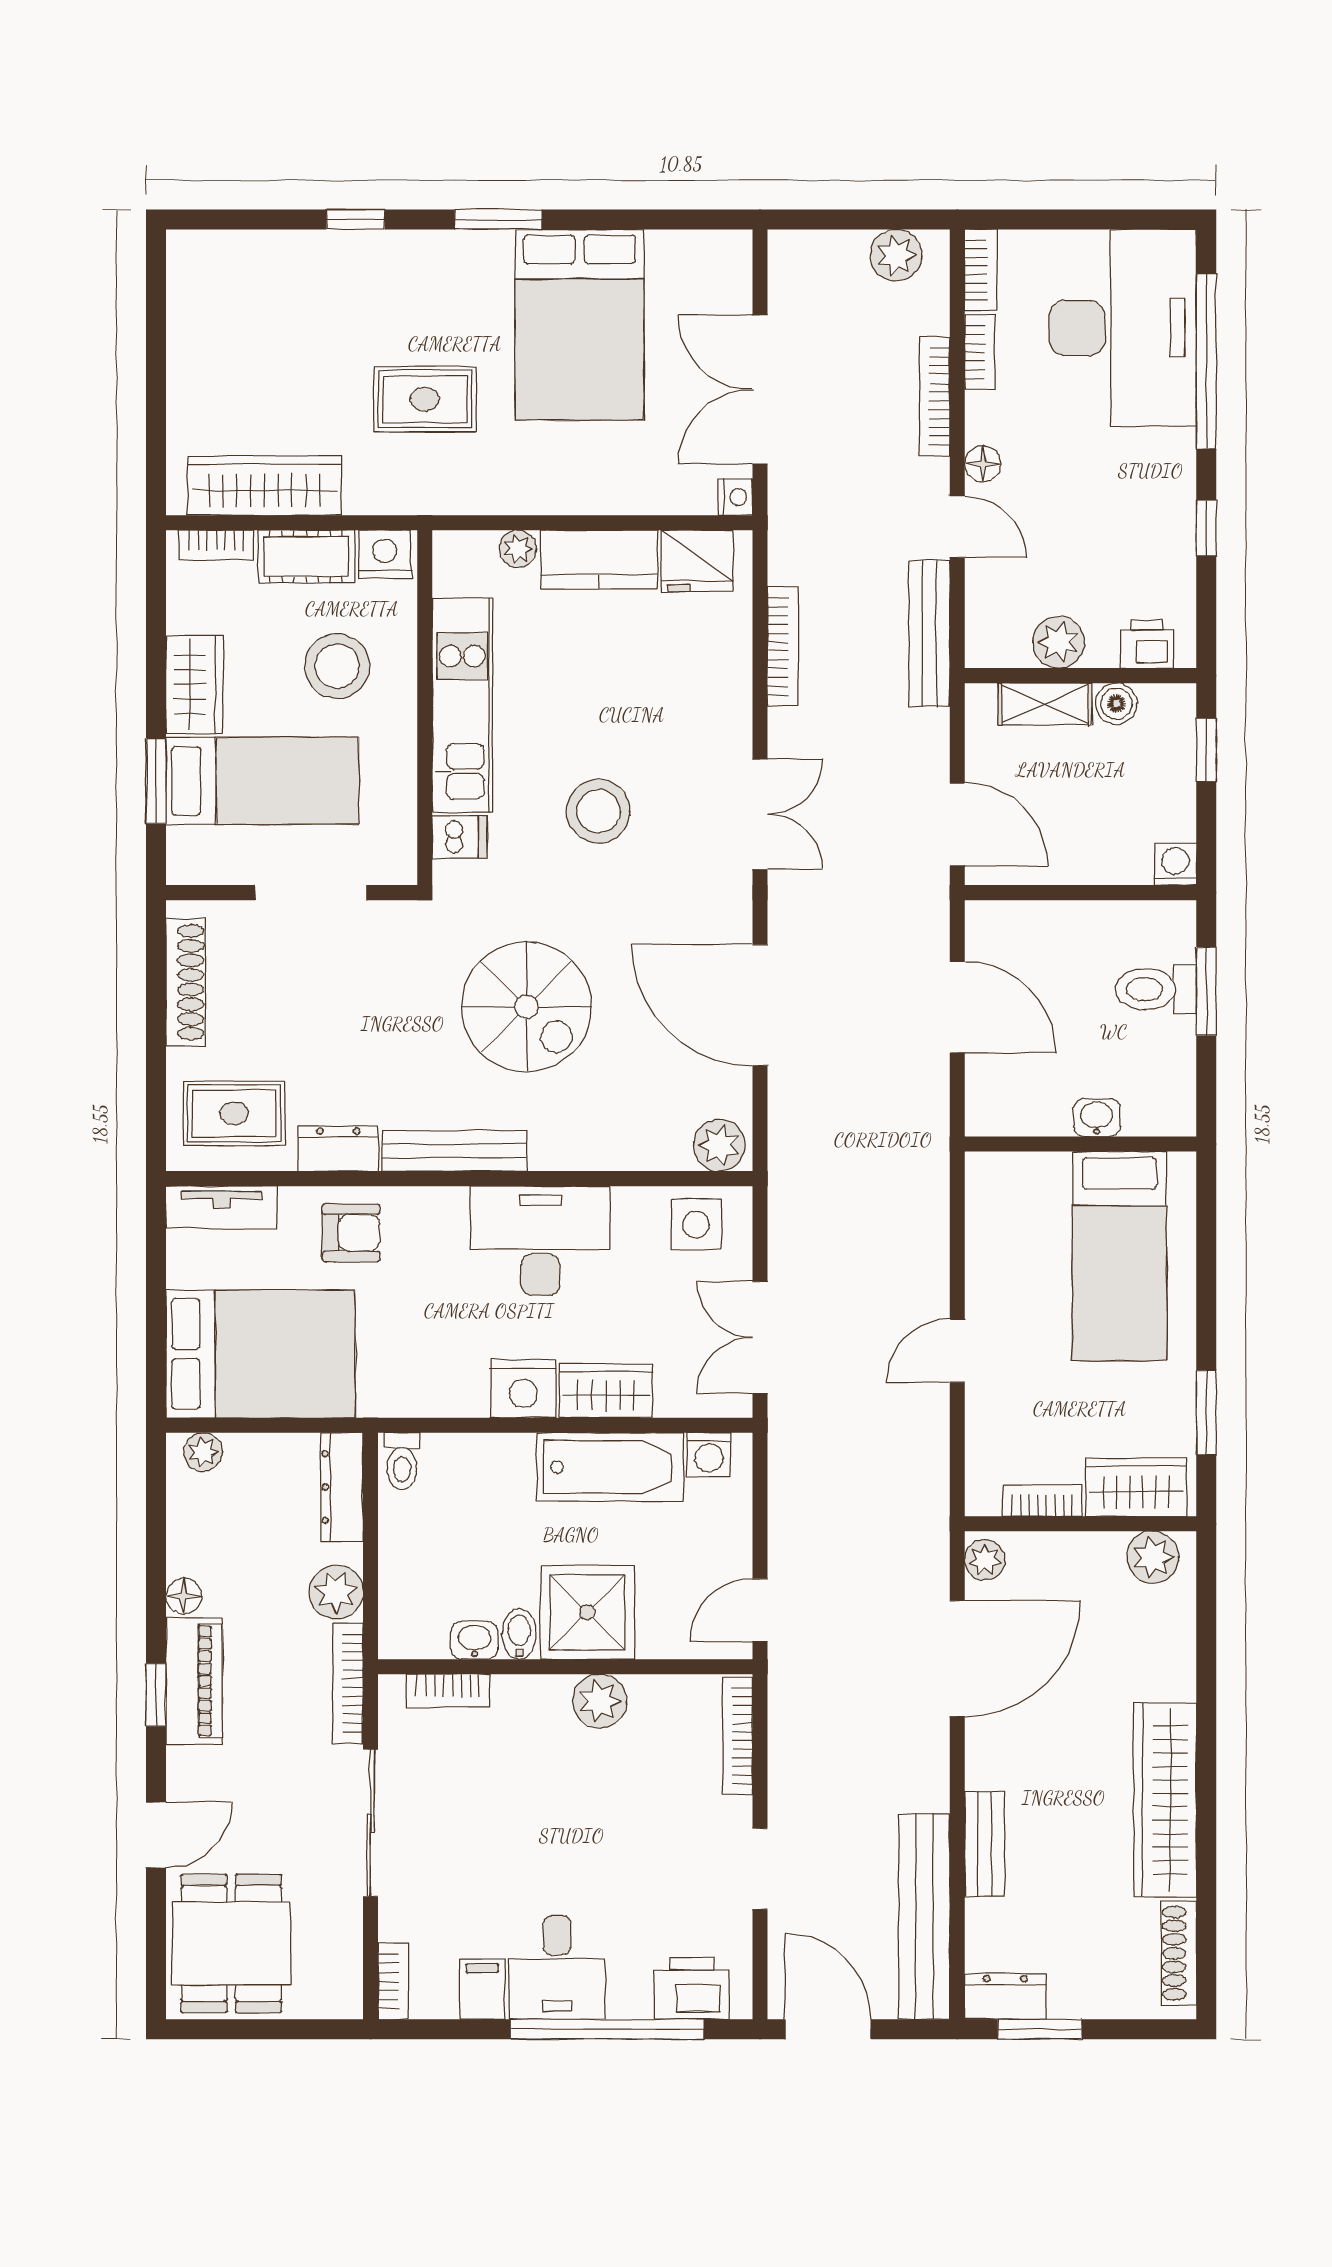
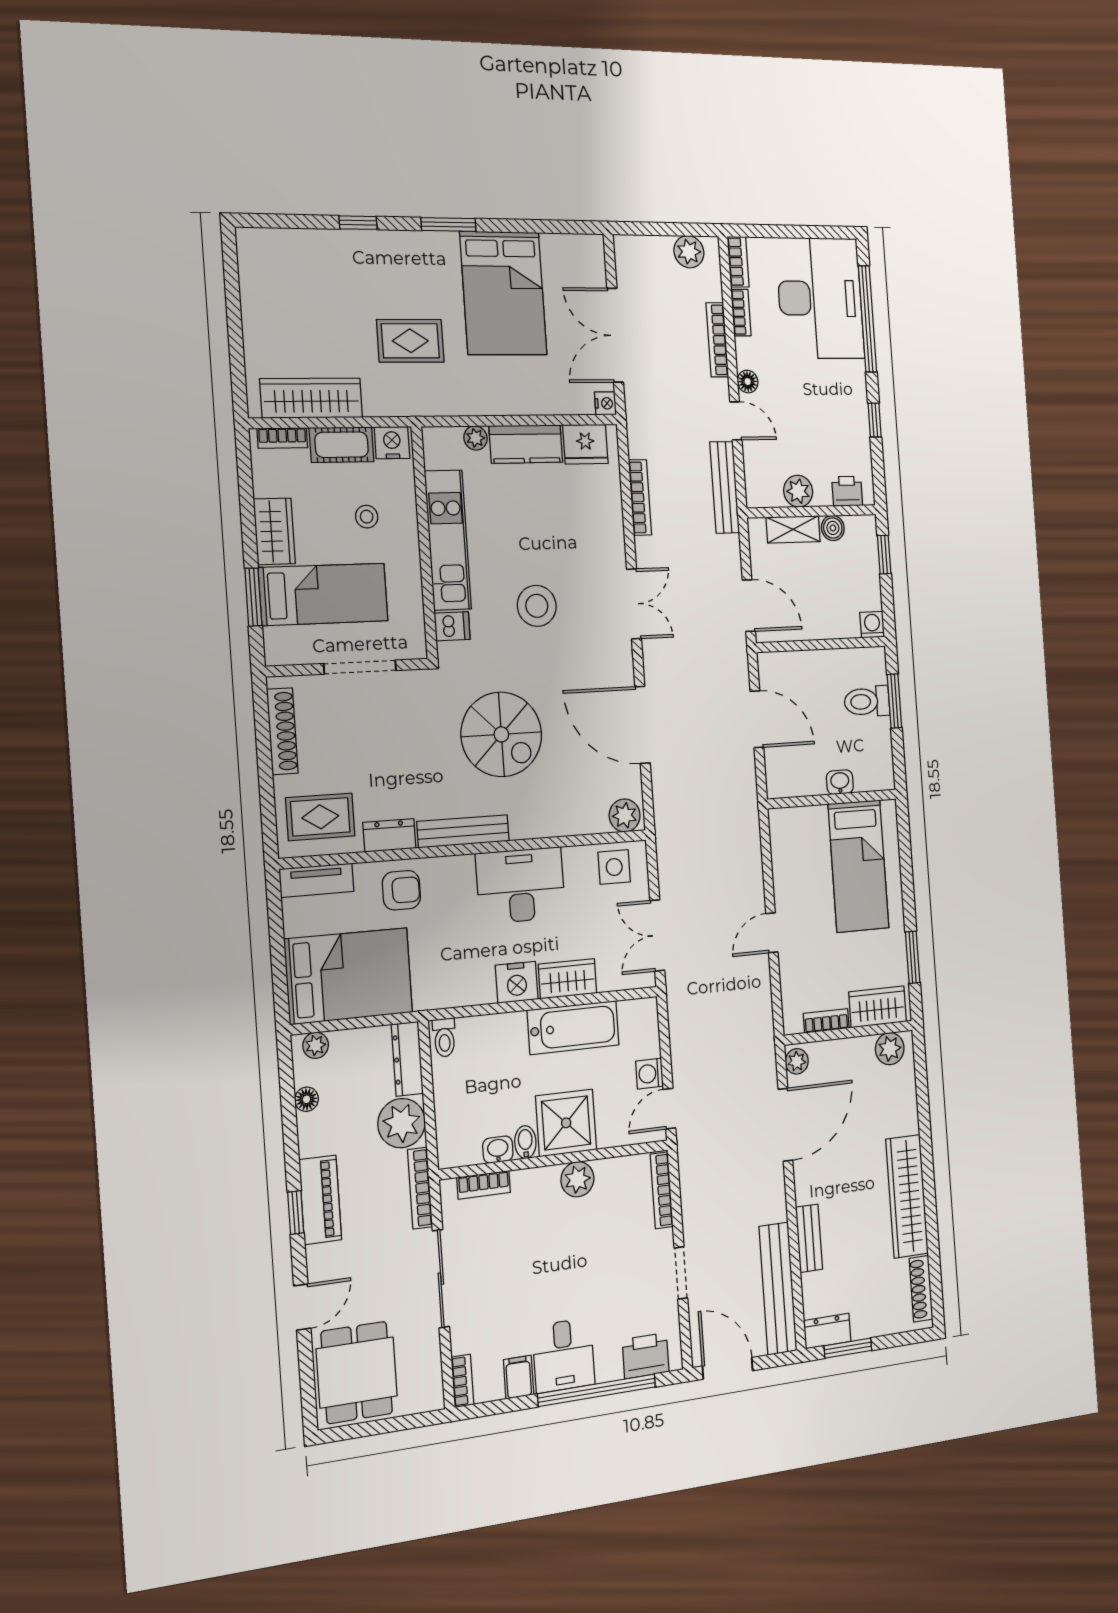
stool: (337, 666) -> (367, 517), width x0.53, depth x0.53
washing machine: (709, 1454) -> (649, 1074), moved, turned 90
plant: (336, 1592) -> (402, 1123), width x1.36, depth x1.36
floor lamp: (184, 1596) -> (306, 1099), moved

